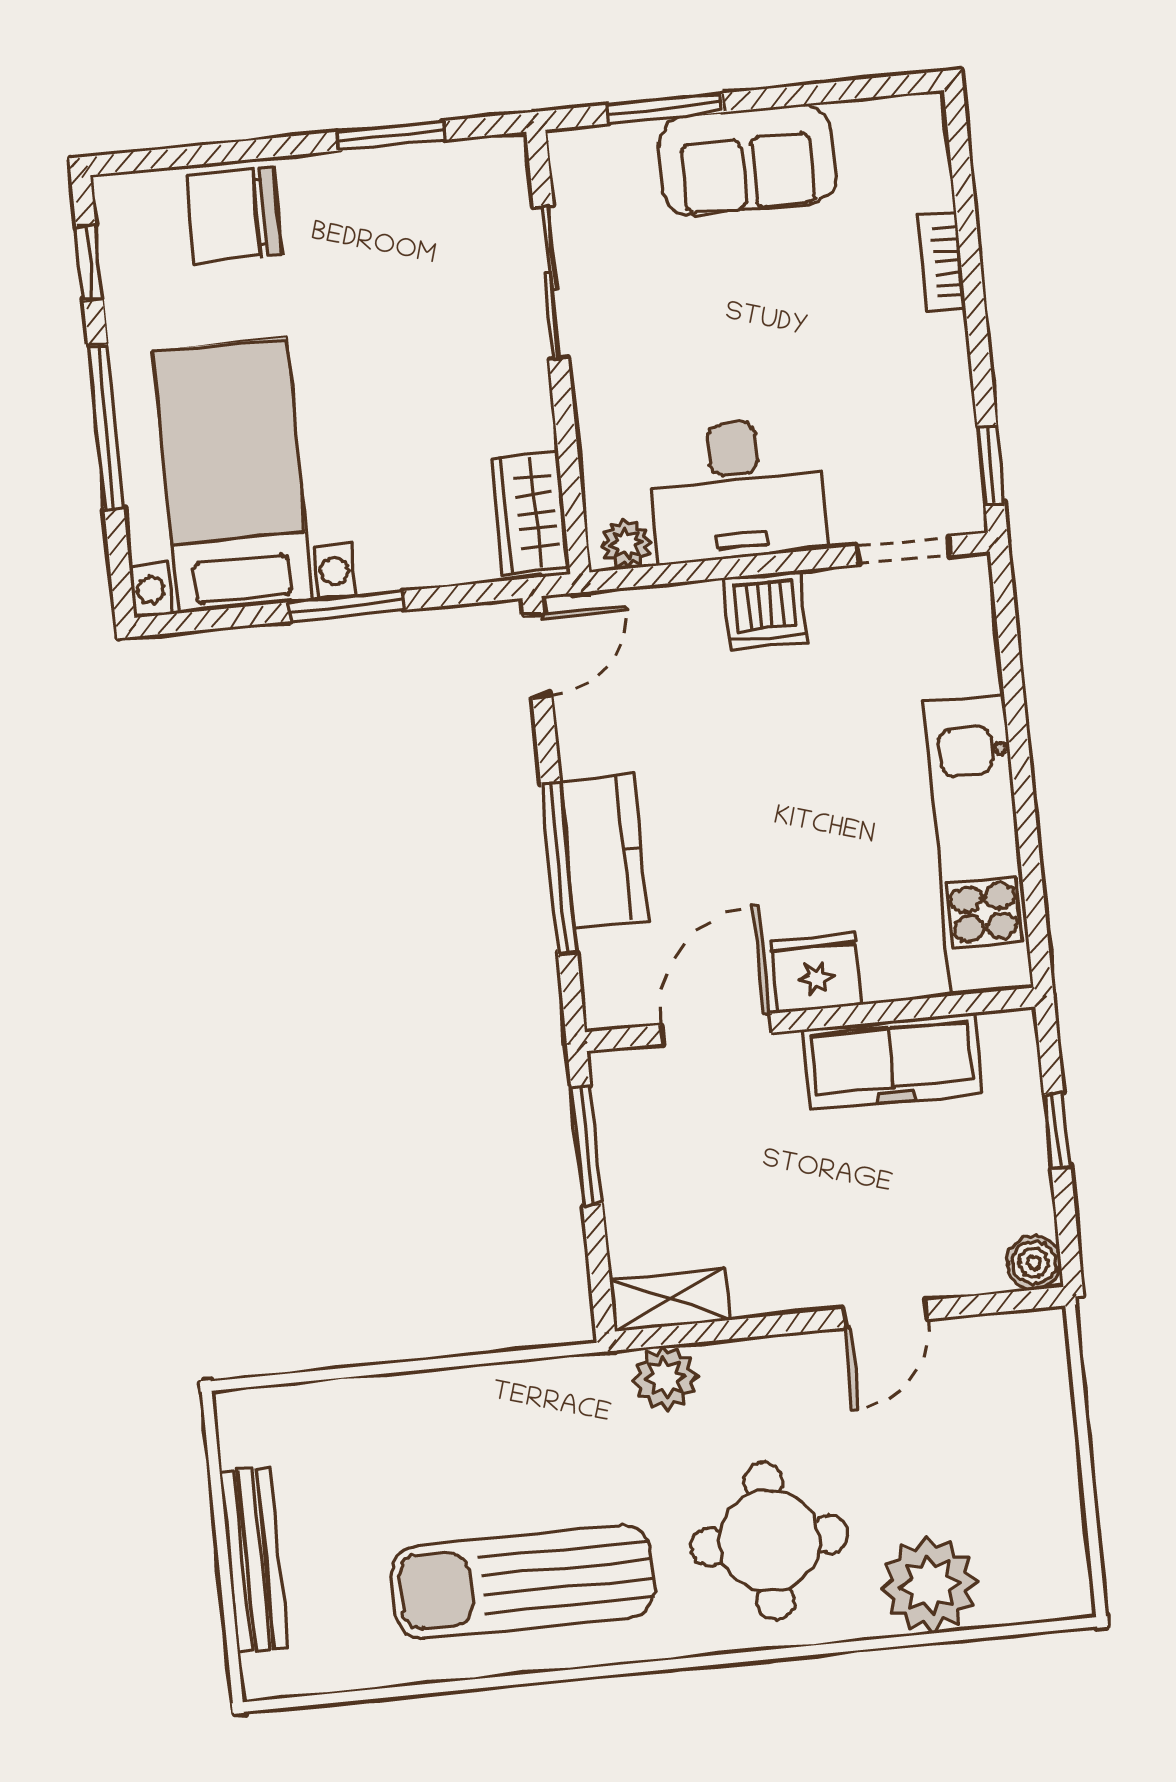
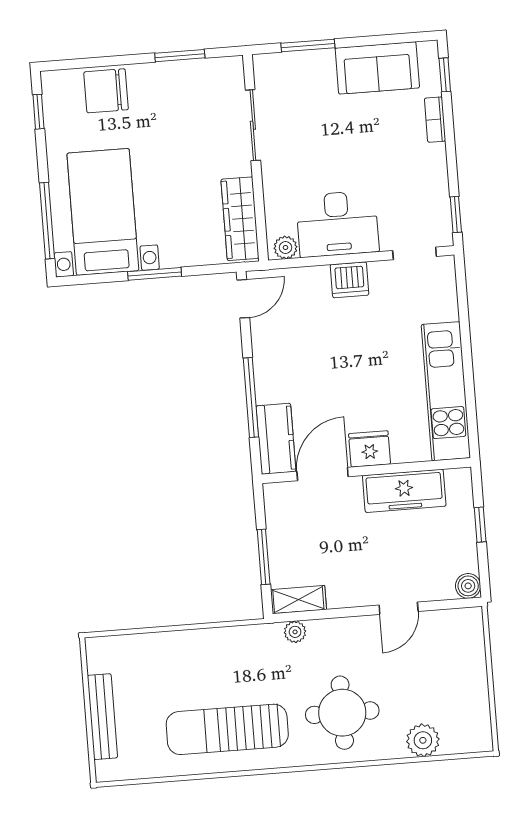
sofa: (747, 160) -> (377, 68), moved
window: (961, 165) -> (445, 75), added
window: (106, 427) -> (47, 221), moved
wardrobe: (530, 513) -> (240, 219), width x1.50
kitchen counter: (604, 851) -> (276, 439), moved
window: (587, 1146) -> (264, 557), moved
plant: (665, 1378) -> (295, 632), width x0.73, depth x0.73
plant: (930, 1585) -> (423, 740), width x0.73, depth x0.73

